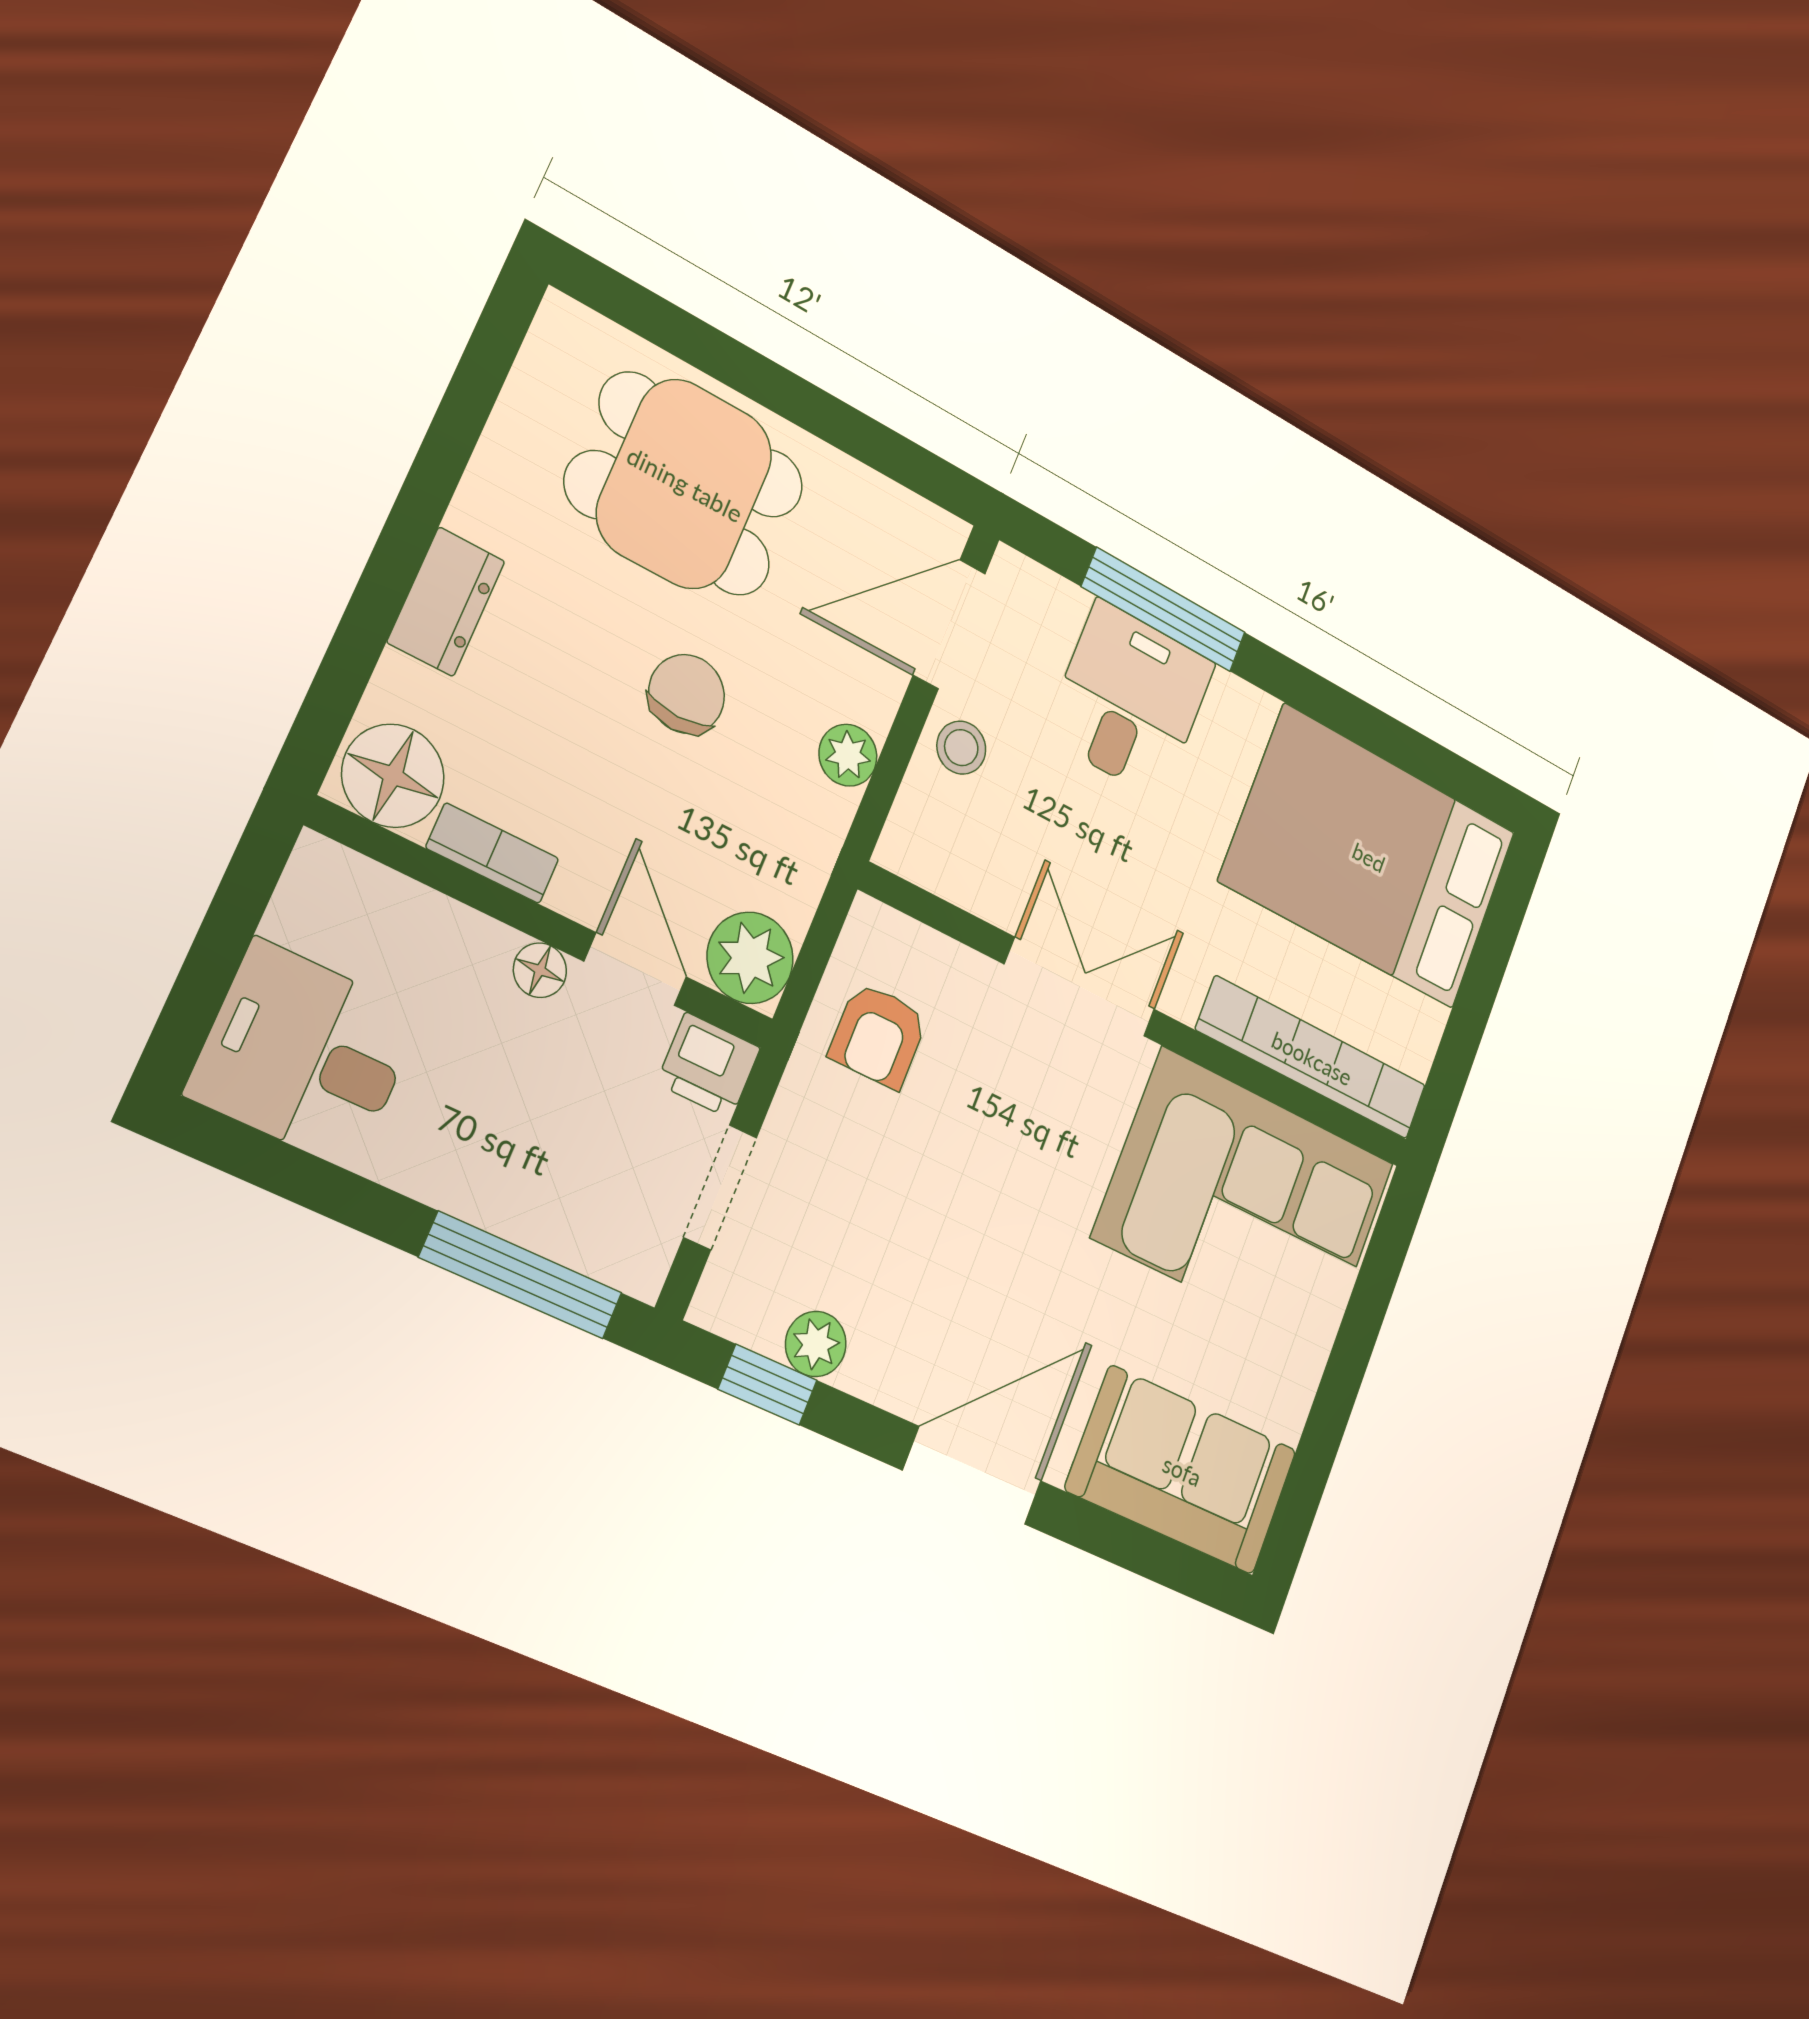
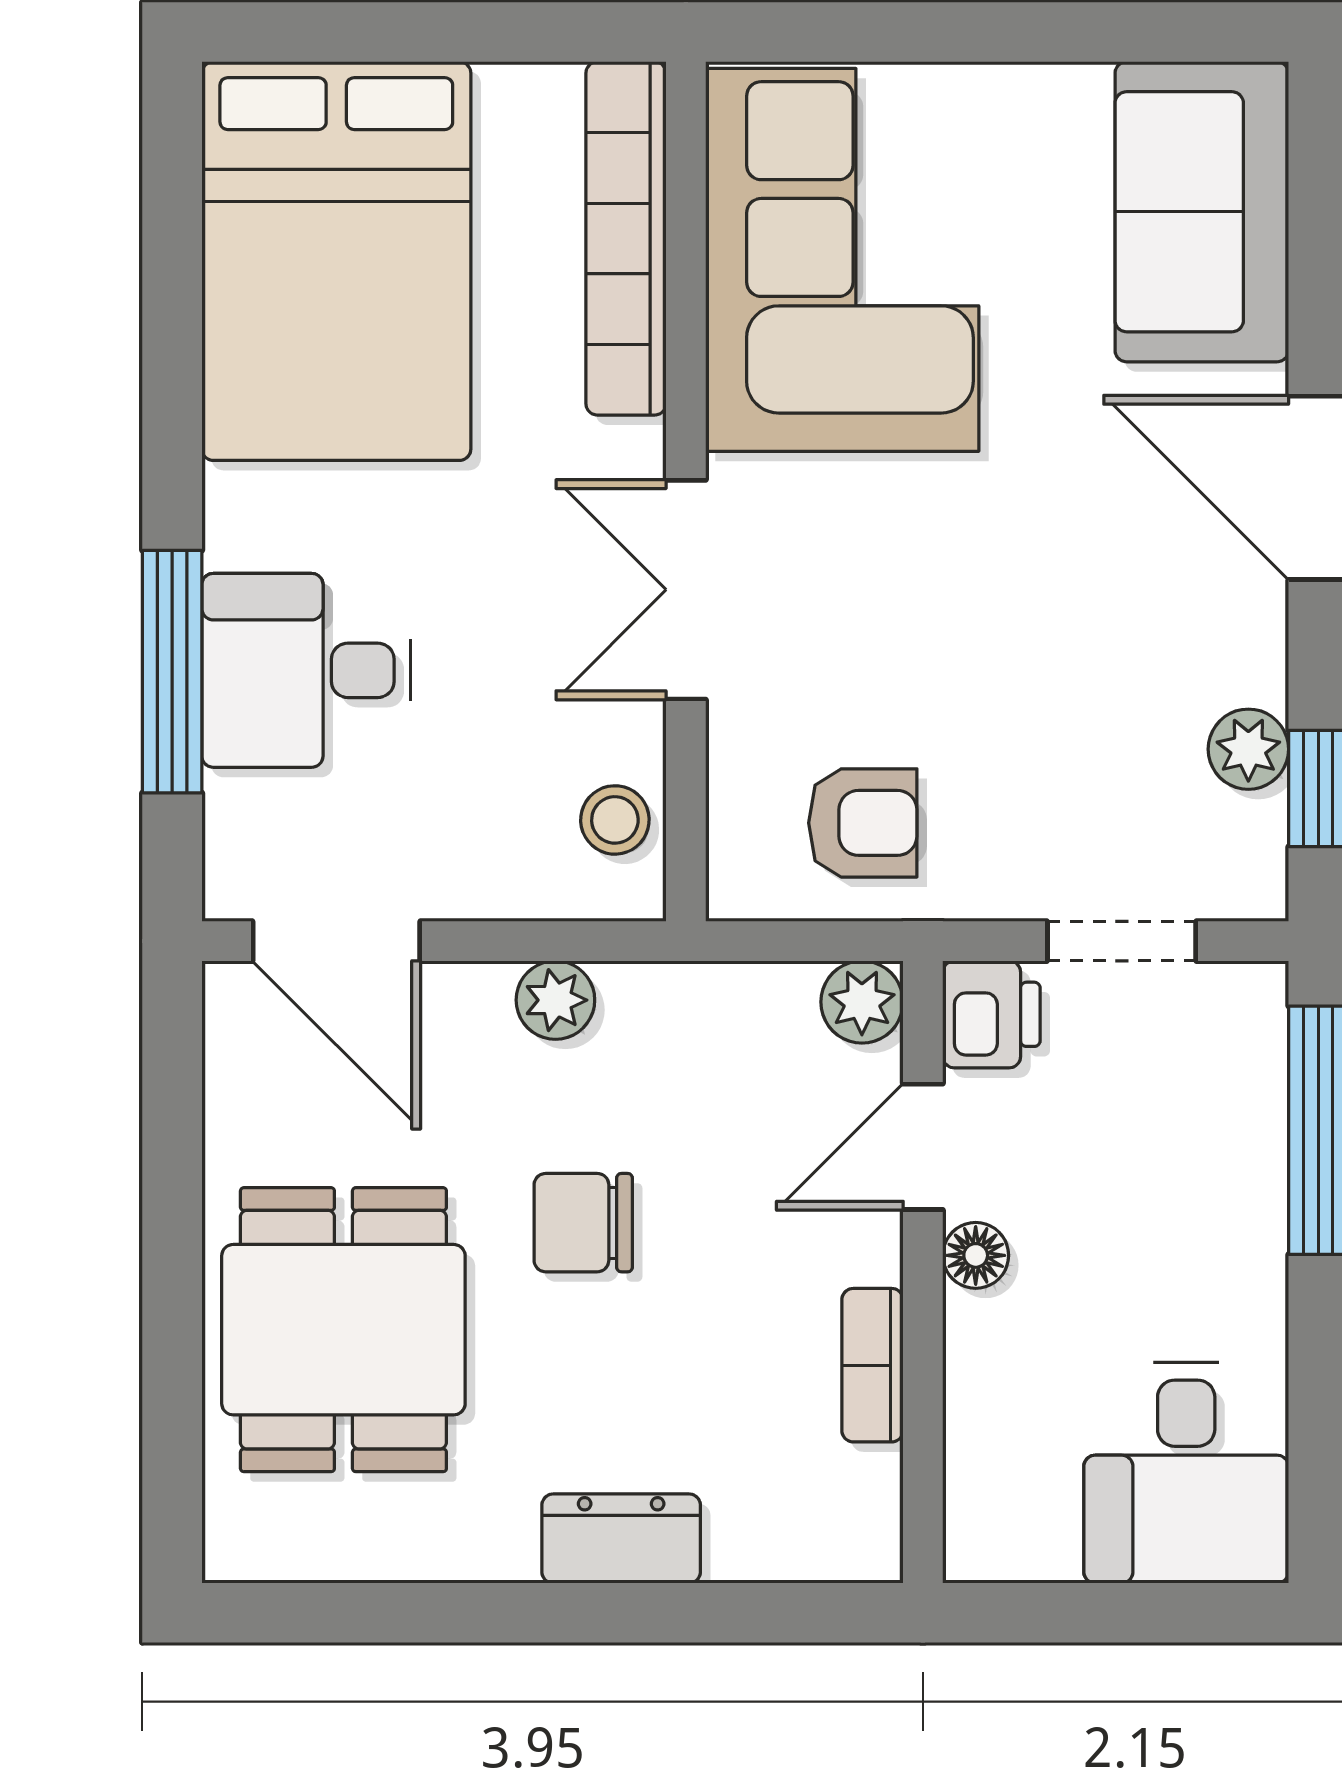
stool: (961, 748) -> (615, 820), moved
floor lamp: (393, 776) -> (842, 1511), removed
plant: (750, 958) -> (862, 1002), width x0.73, depth x0.73

